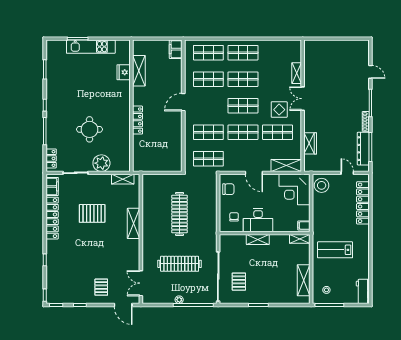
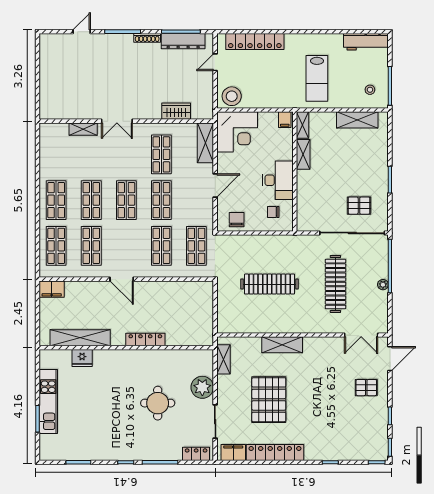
shelving: (139, 71) -> (80, 338), width x1.47
display table: (279, 110) -> (131, 152), removed
pallet: (92, 213) -> (269, 400), width x1.37, depth x1.41
shelving: (258, 239) -> (303, 154), moved
workbench: (363, 291) -> (366, 42), width x1.38

